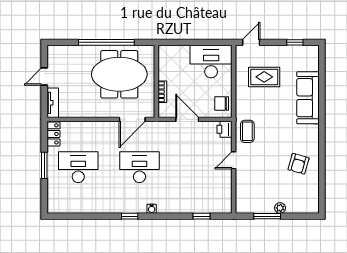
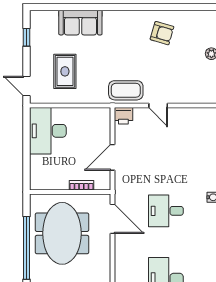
sofa: (308, 98) -> (80, 23), width x0.73
chair: (222, 104) -> (95, 119), removed
coffee table: (247, 131) -> (126, 90), width x1.36, depth x1.30
desk: (139, 167) -> (166, 211), width x0.73

